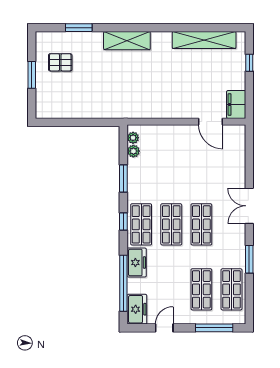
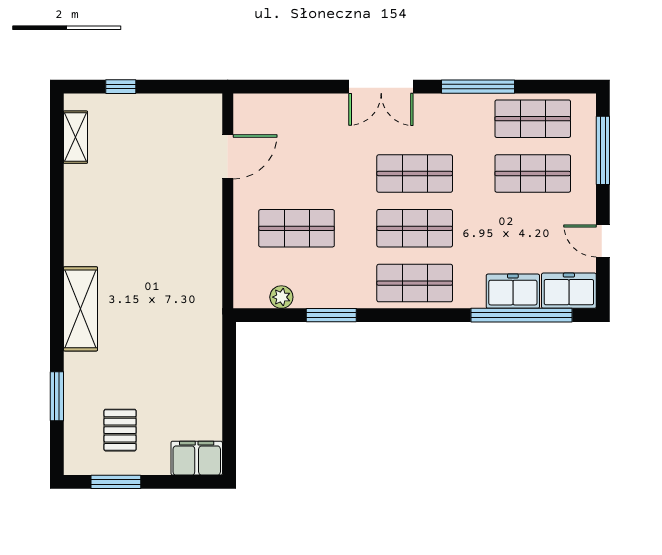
shelving: (204, 40) -> (75, 137), width x0.45, depth x0.75
window: (32, 75) -> (116, 482), moved
filing cabinet: (236, 105) -> (197, 458), moved, turned 180
plant: (133, 138) -> (257, 298), removed
shop shelf: (171, 159) -> (297, 228), added
window: (123, 222) -> (409, 315), removed
window: (249, 259) -> (478, 87), width x1.44
freezer: (137, 263) -> (513, 291), moved

